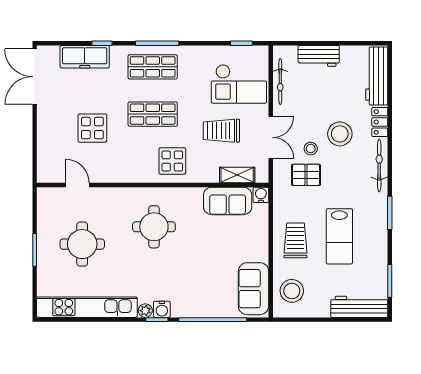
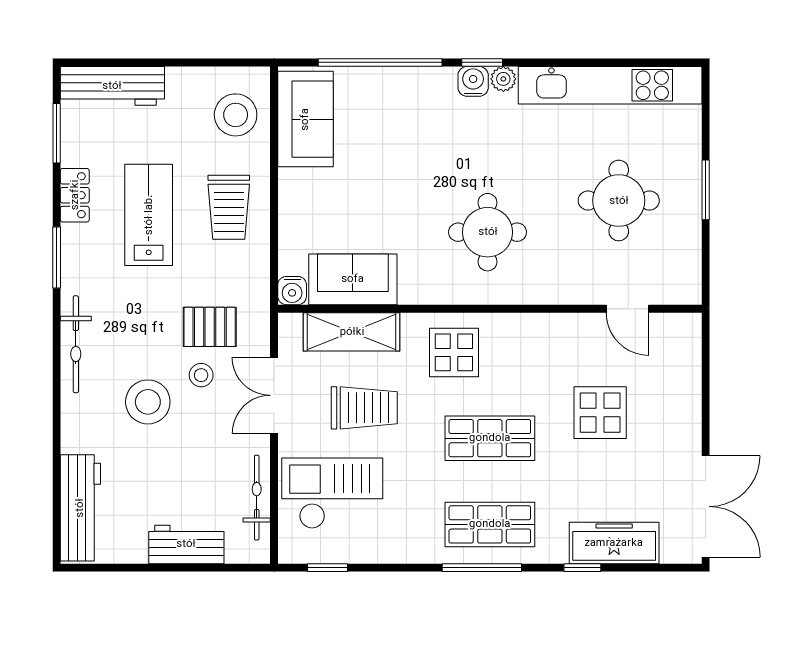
locker: (380, 122) -> (75, 195), moved
shelving: (237, 175) -> (352, 332), width x1.50, depth x1.33

